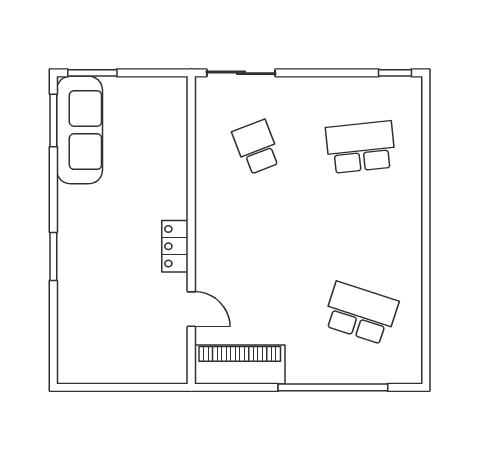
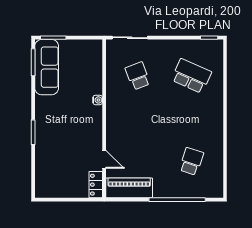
school desk: (361, 147) -> (191, 76), turned 30
water cooler: (179, 194) -> (98, 100), added
locker: (175, 246) -> (96, 185), moved
school desk: (361, 313) -> (191, 161), width x0.54

